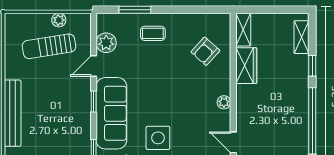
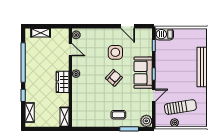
plant: (106, 43) -> (146, 121), moved
armchair: (205, 51) -> (114, 78), moved
wardrobe: (246, 66) -> (63, 82), moved
sofa: (111, 113) -> (143, 73), width x0.73

